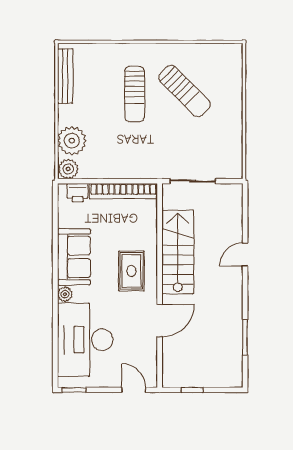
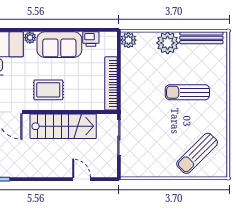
sun lounger: (185, 91) -> (197, 153), moved
plant: (72, 141) -> (168, 43), moved
printer: (78, 193) -> (91, 39), moved, turned -90
door: (245, 255) -> (82, 179), moved

